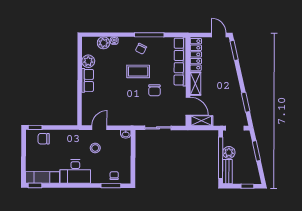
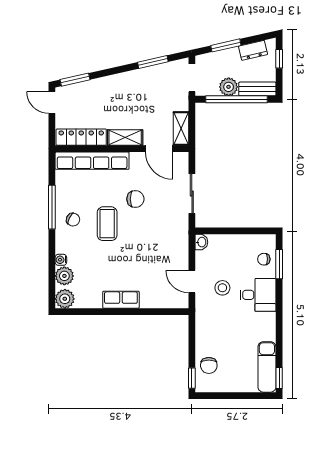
door: (219, 35) -> (52, 103), hinge flipped
plant: (88, 61) -> (65, 299), moved
door: (188, 106) -> (159, 149), swing flipped
dresser: (253, 169) -> (253, 50), added
desk: (75, 172) -> (258, 295), moved, width x0.73

